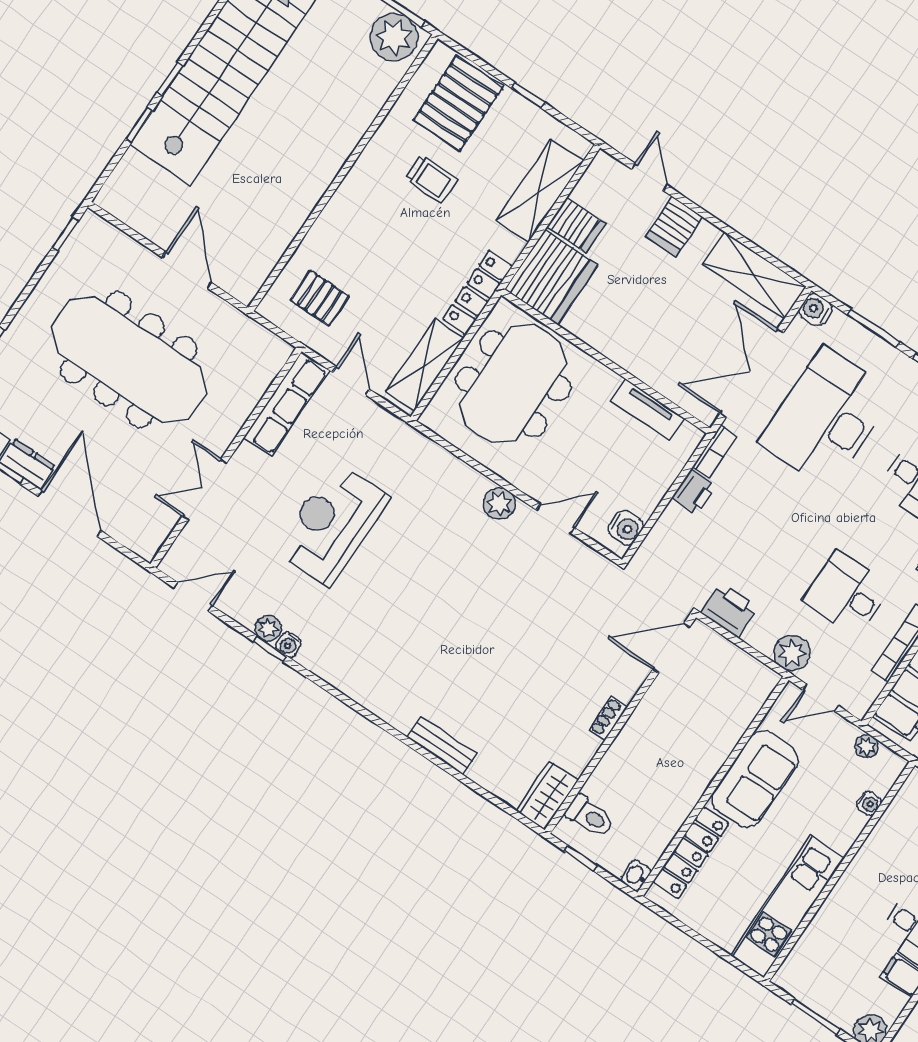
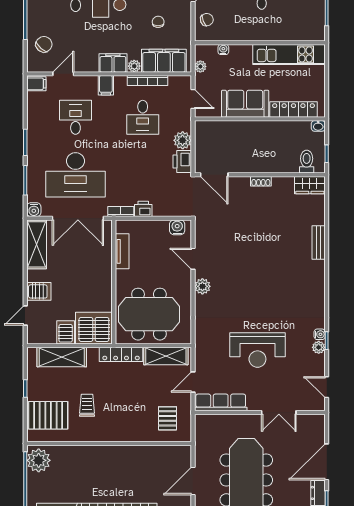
plant: (792, 653) -> (183, 140), moved

